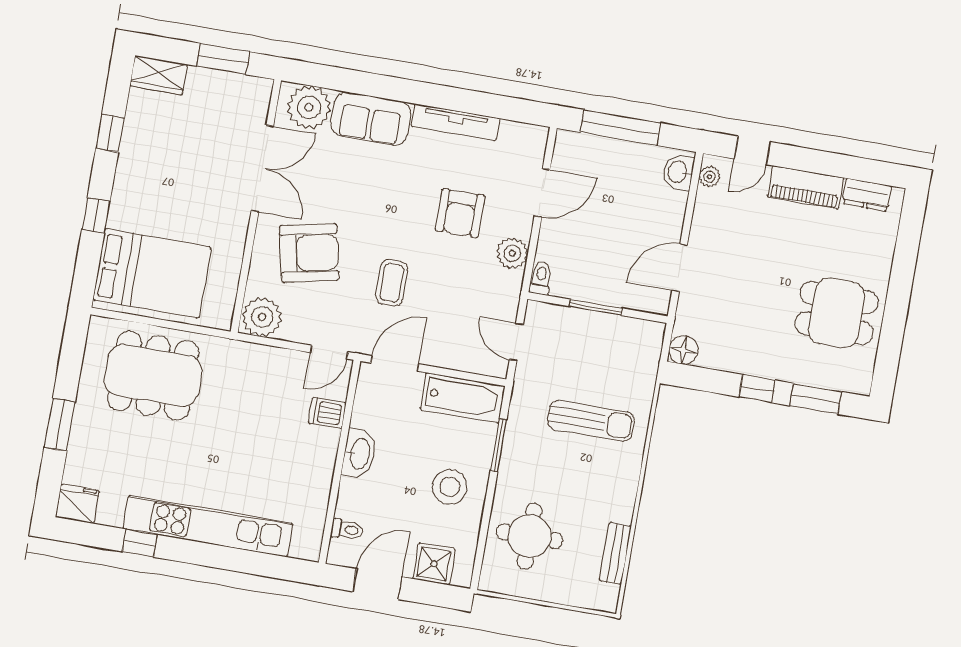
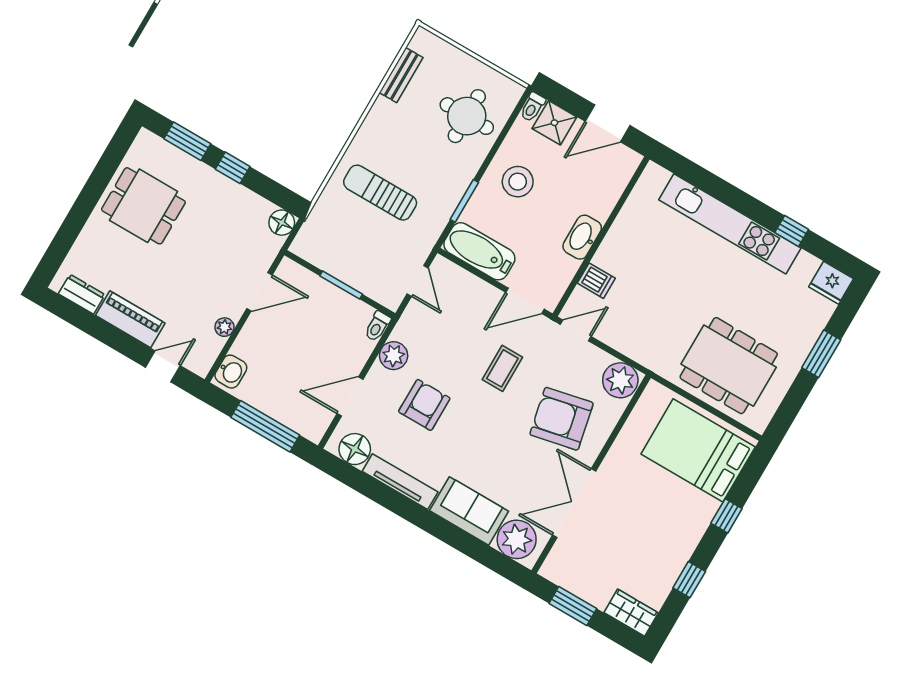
floor lamp: (516, 139) -> (355, 449), added
plant: (710, 177) -> (224, 327), moved
toilet: (347, 530) -> (532, 107), moved, turned -90

